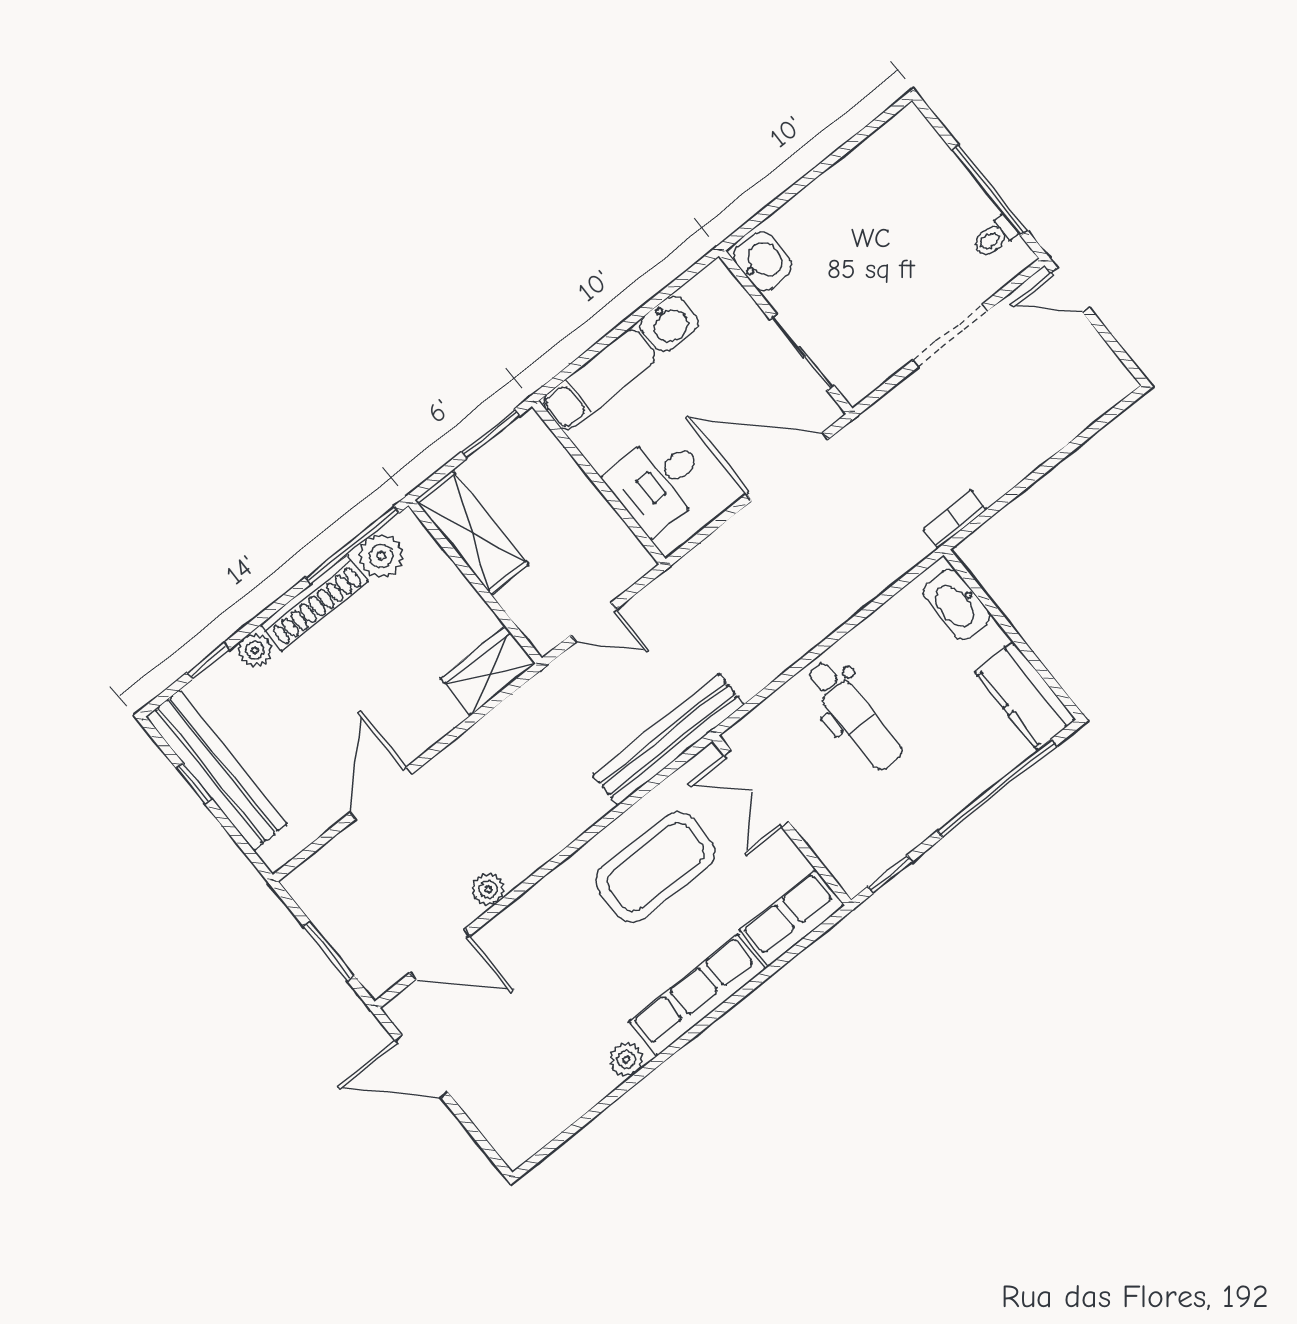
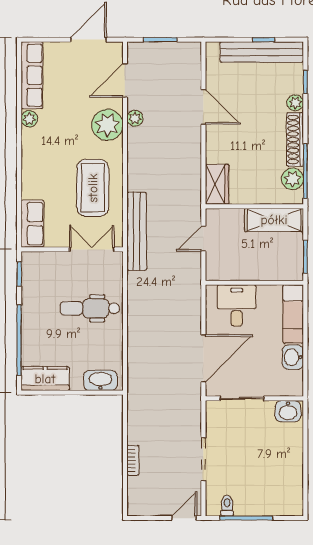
bookcase: (955, 519) -> (133, 460), moved
plant: (535, 925) -> (107, 125), added
row of seats: (697, 995) -> (32, 75), moved

